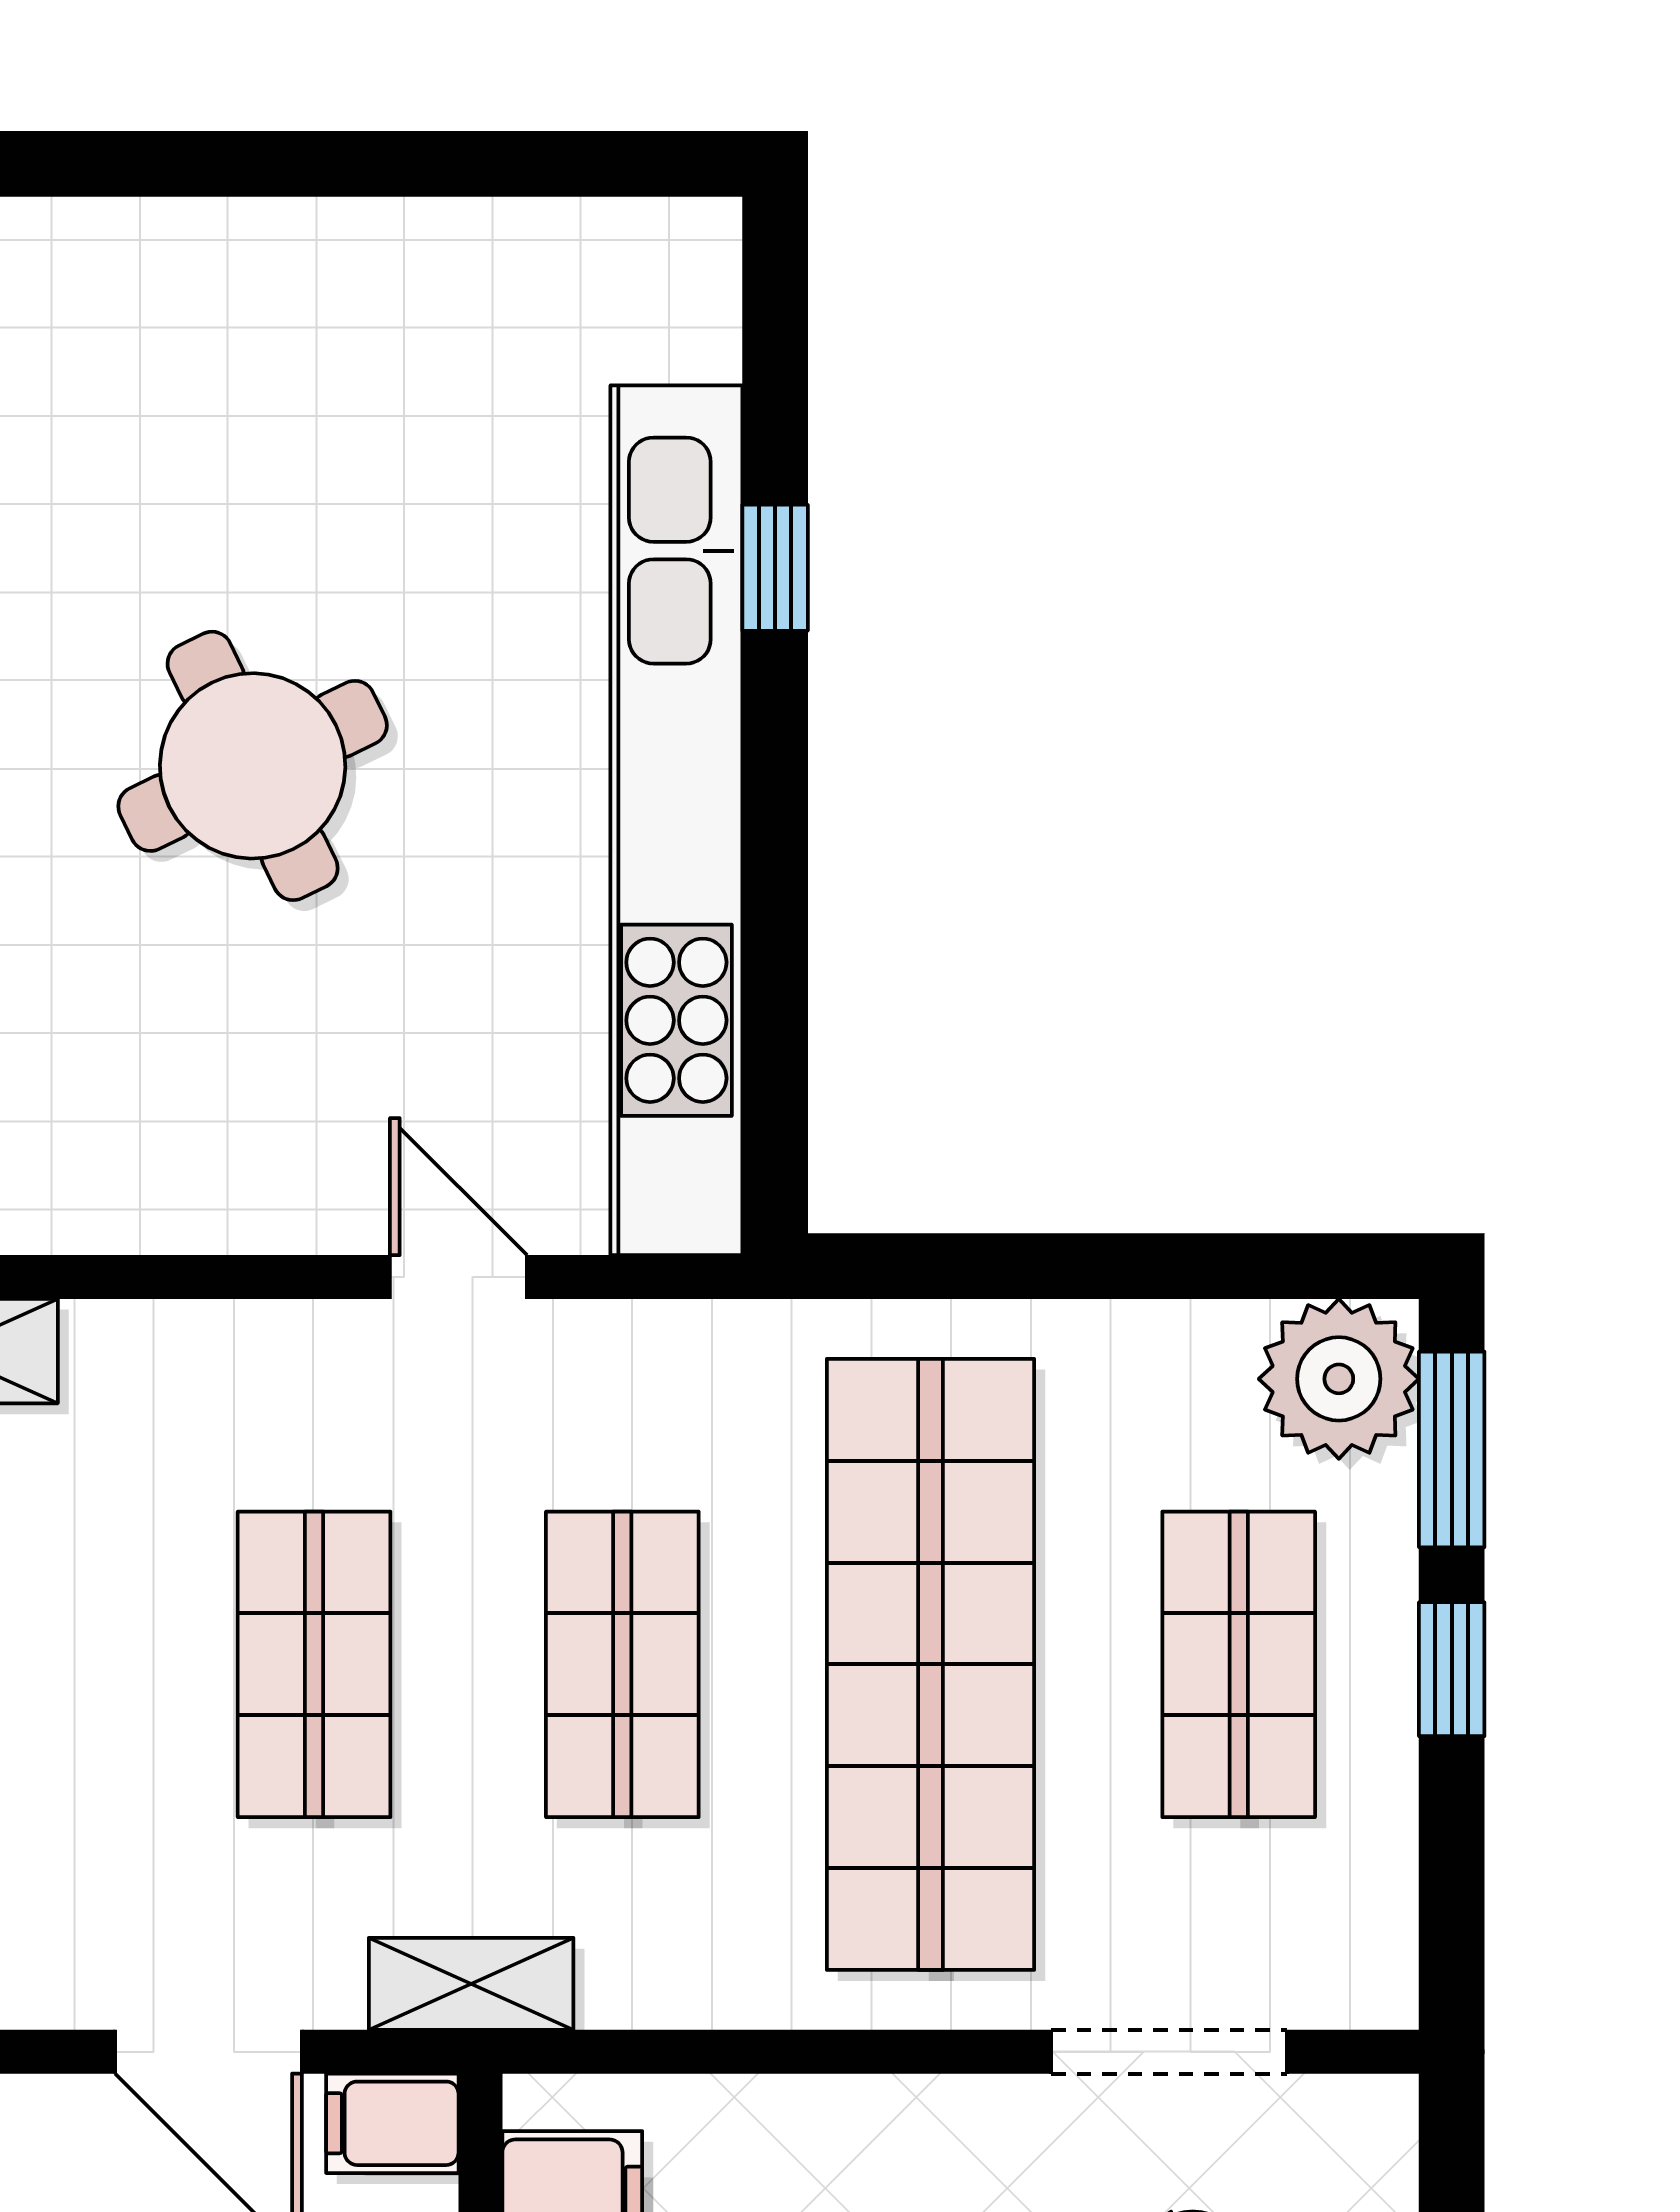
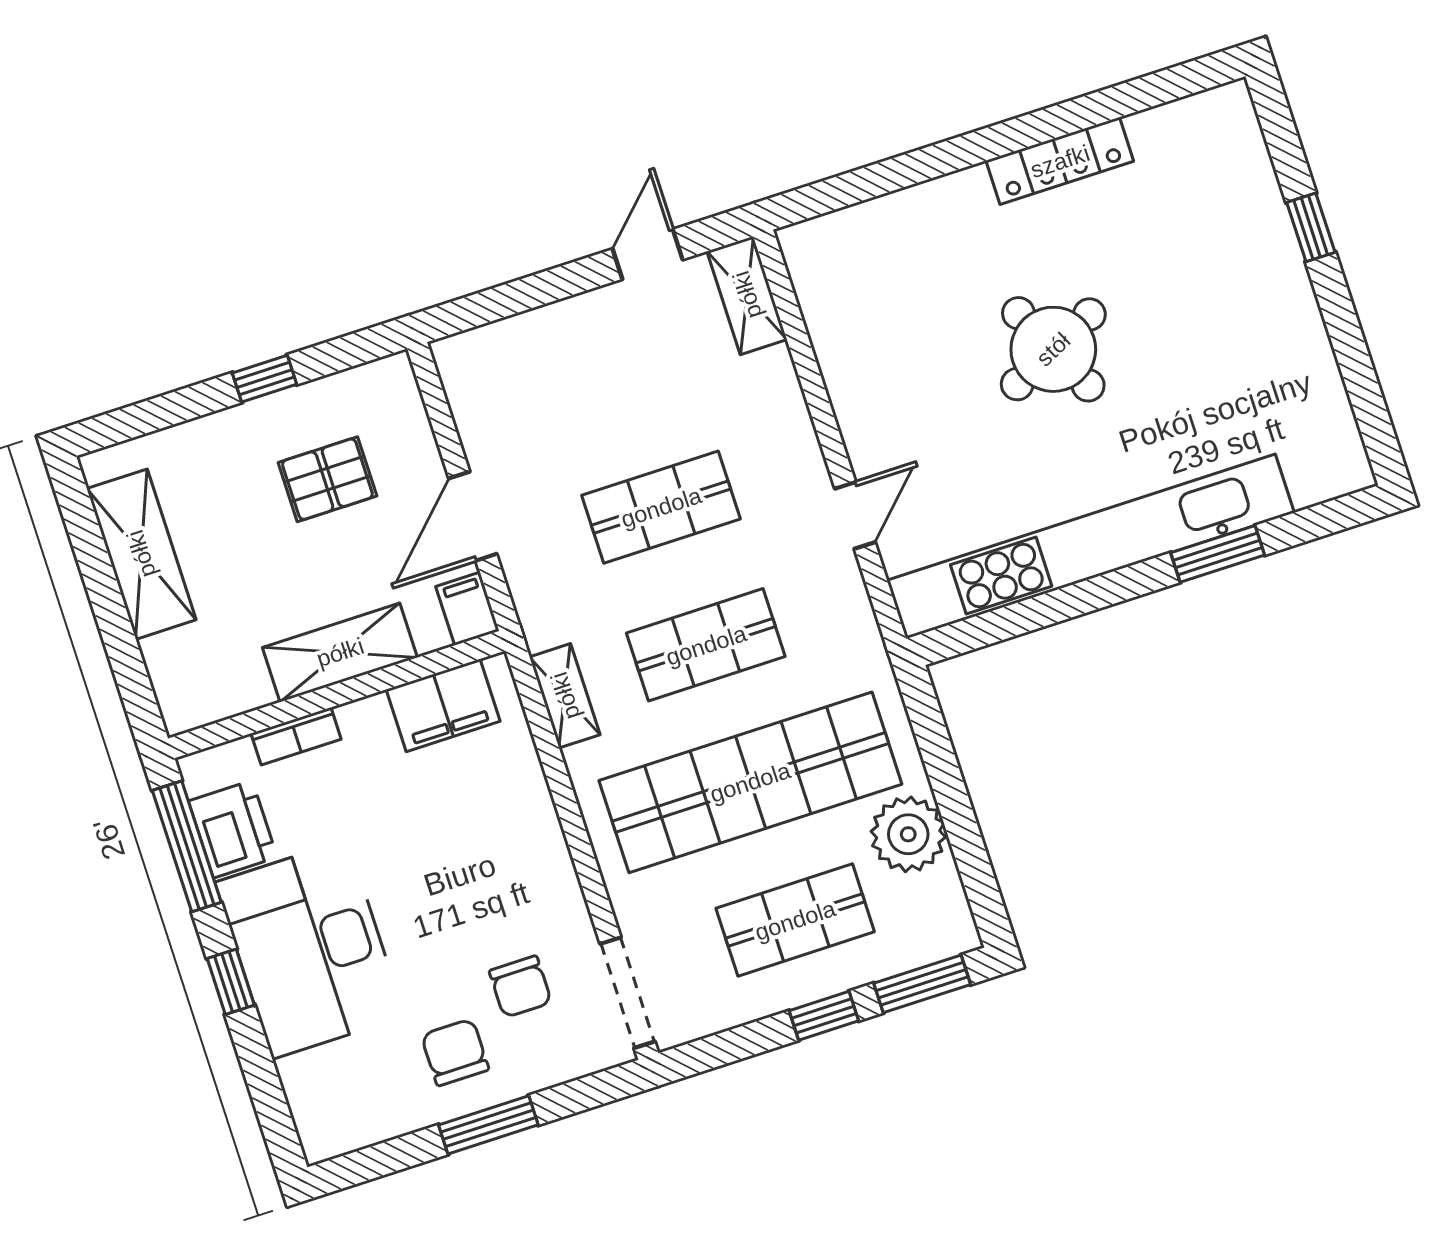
window: (175, 164) -> (1311, 227), added
window: (775, 568) -> (1218, 554), width x1.50
plant: (1339, 1379) -> (908, 834), moved
shelving: (471, 1984) -> (565, 696), moved
doorway: (1169, 2052) -> (628, 993), moved

